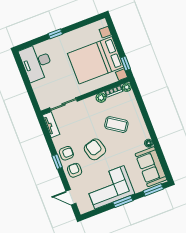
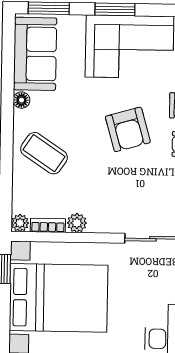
coffee table: (116, 125) -> (44, 153), moved

